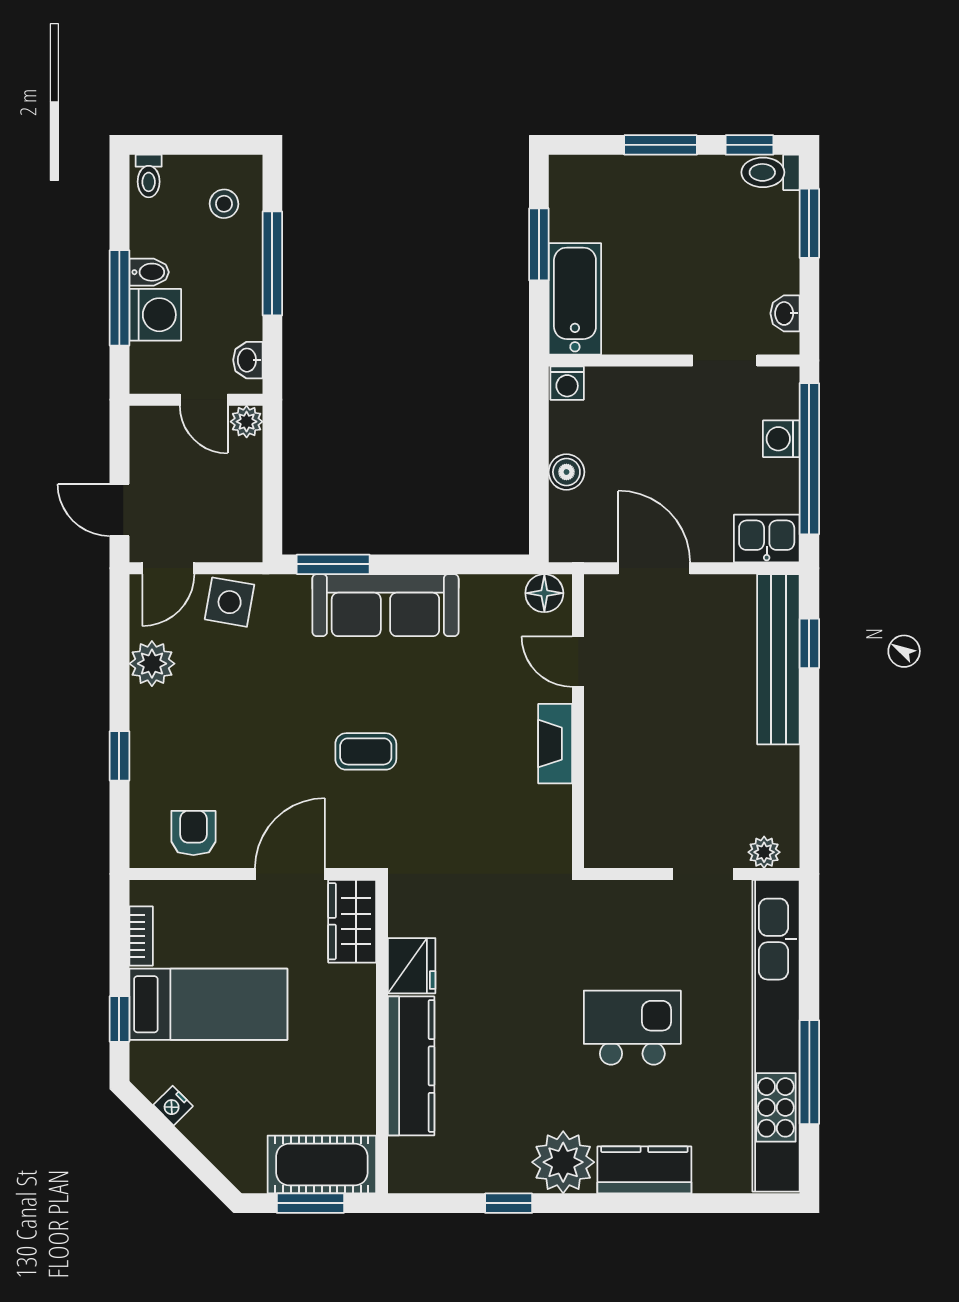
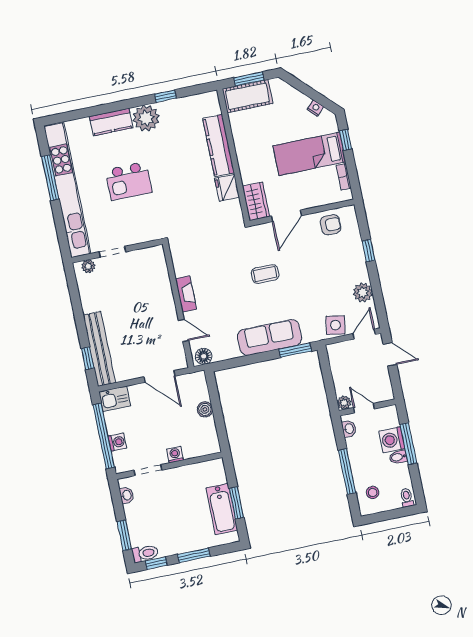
bathtub: (575, 299) -> (222, 509), moved
washing machine: (567, 383) -> (175, 455), moved
armchair: (193, 833) -> (331, 225), turned -90

